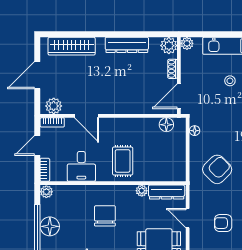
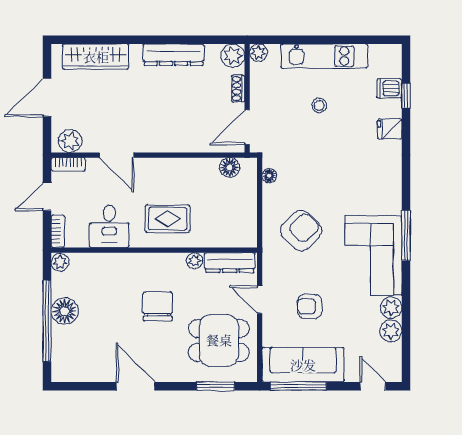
rug: (123, 161) -> (168, 219), turned 90
chair: (105, 216) -> (158, 306), moved

